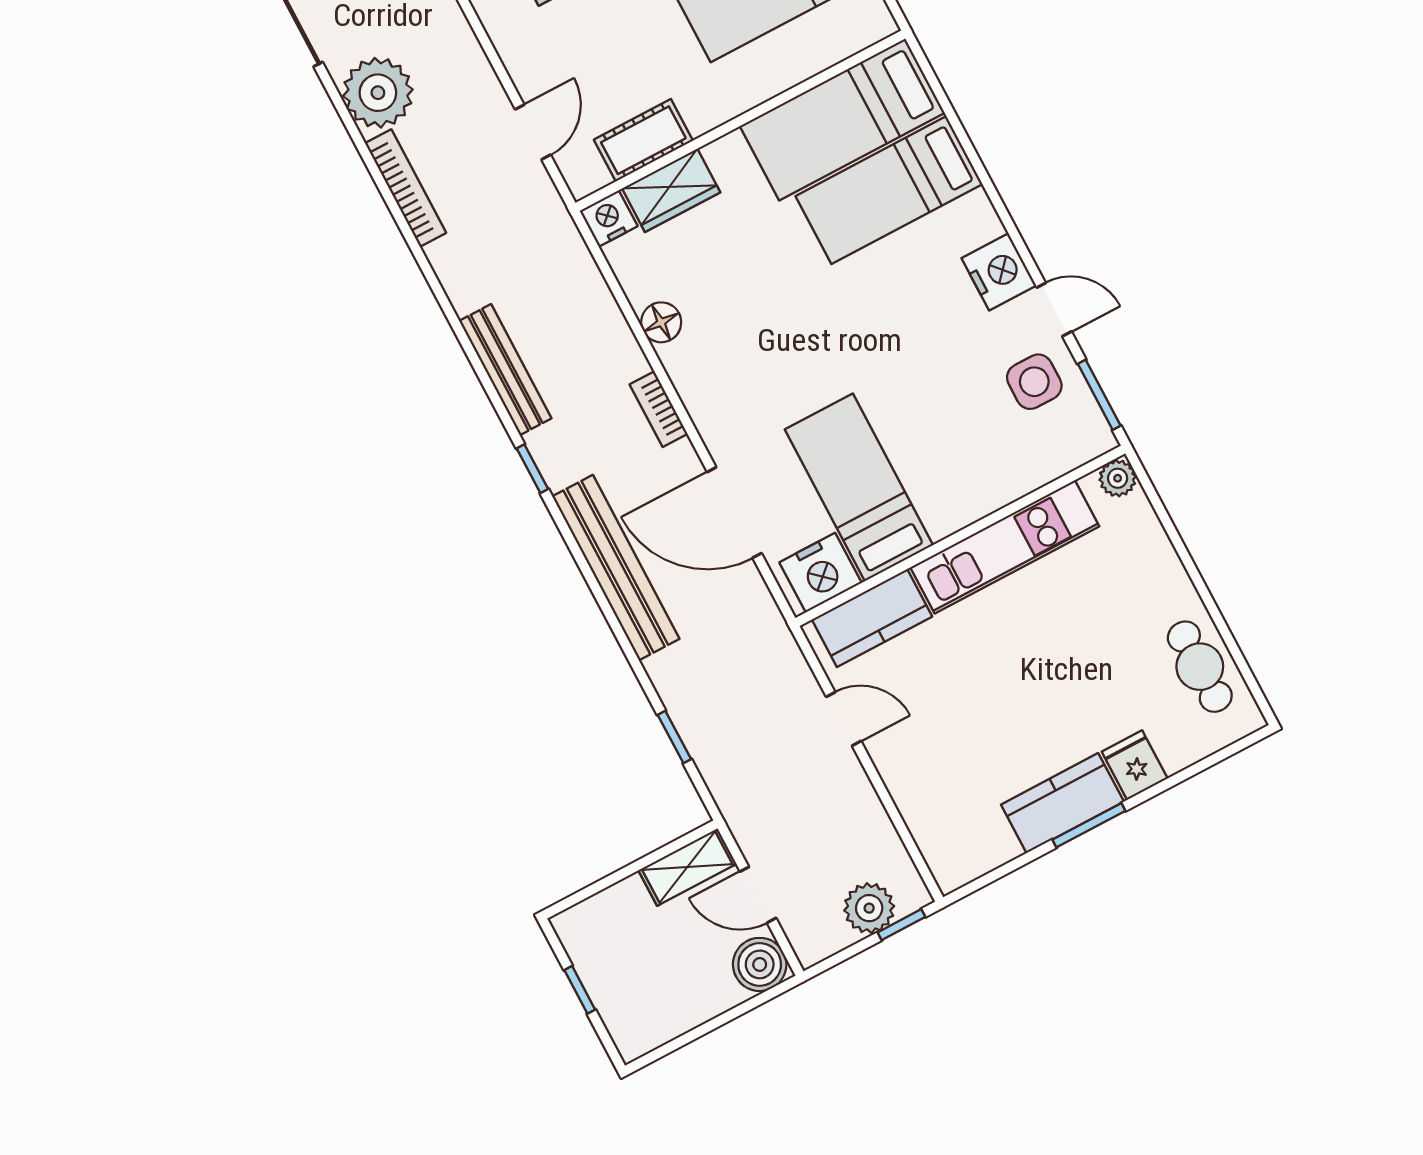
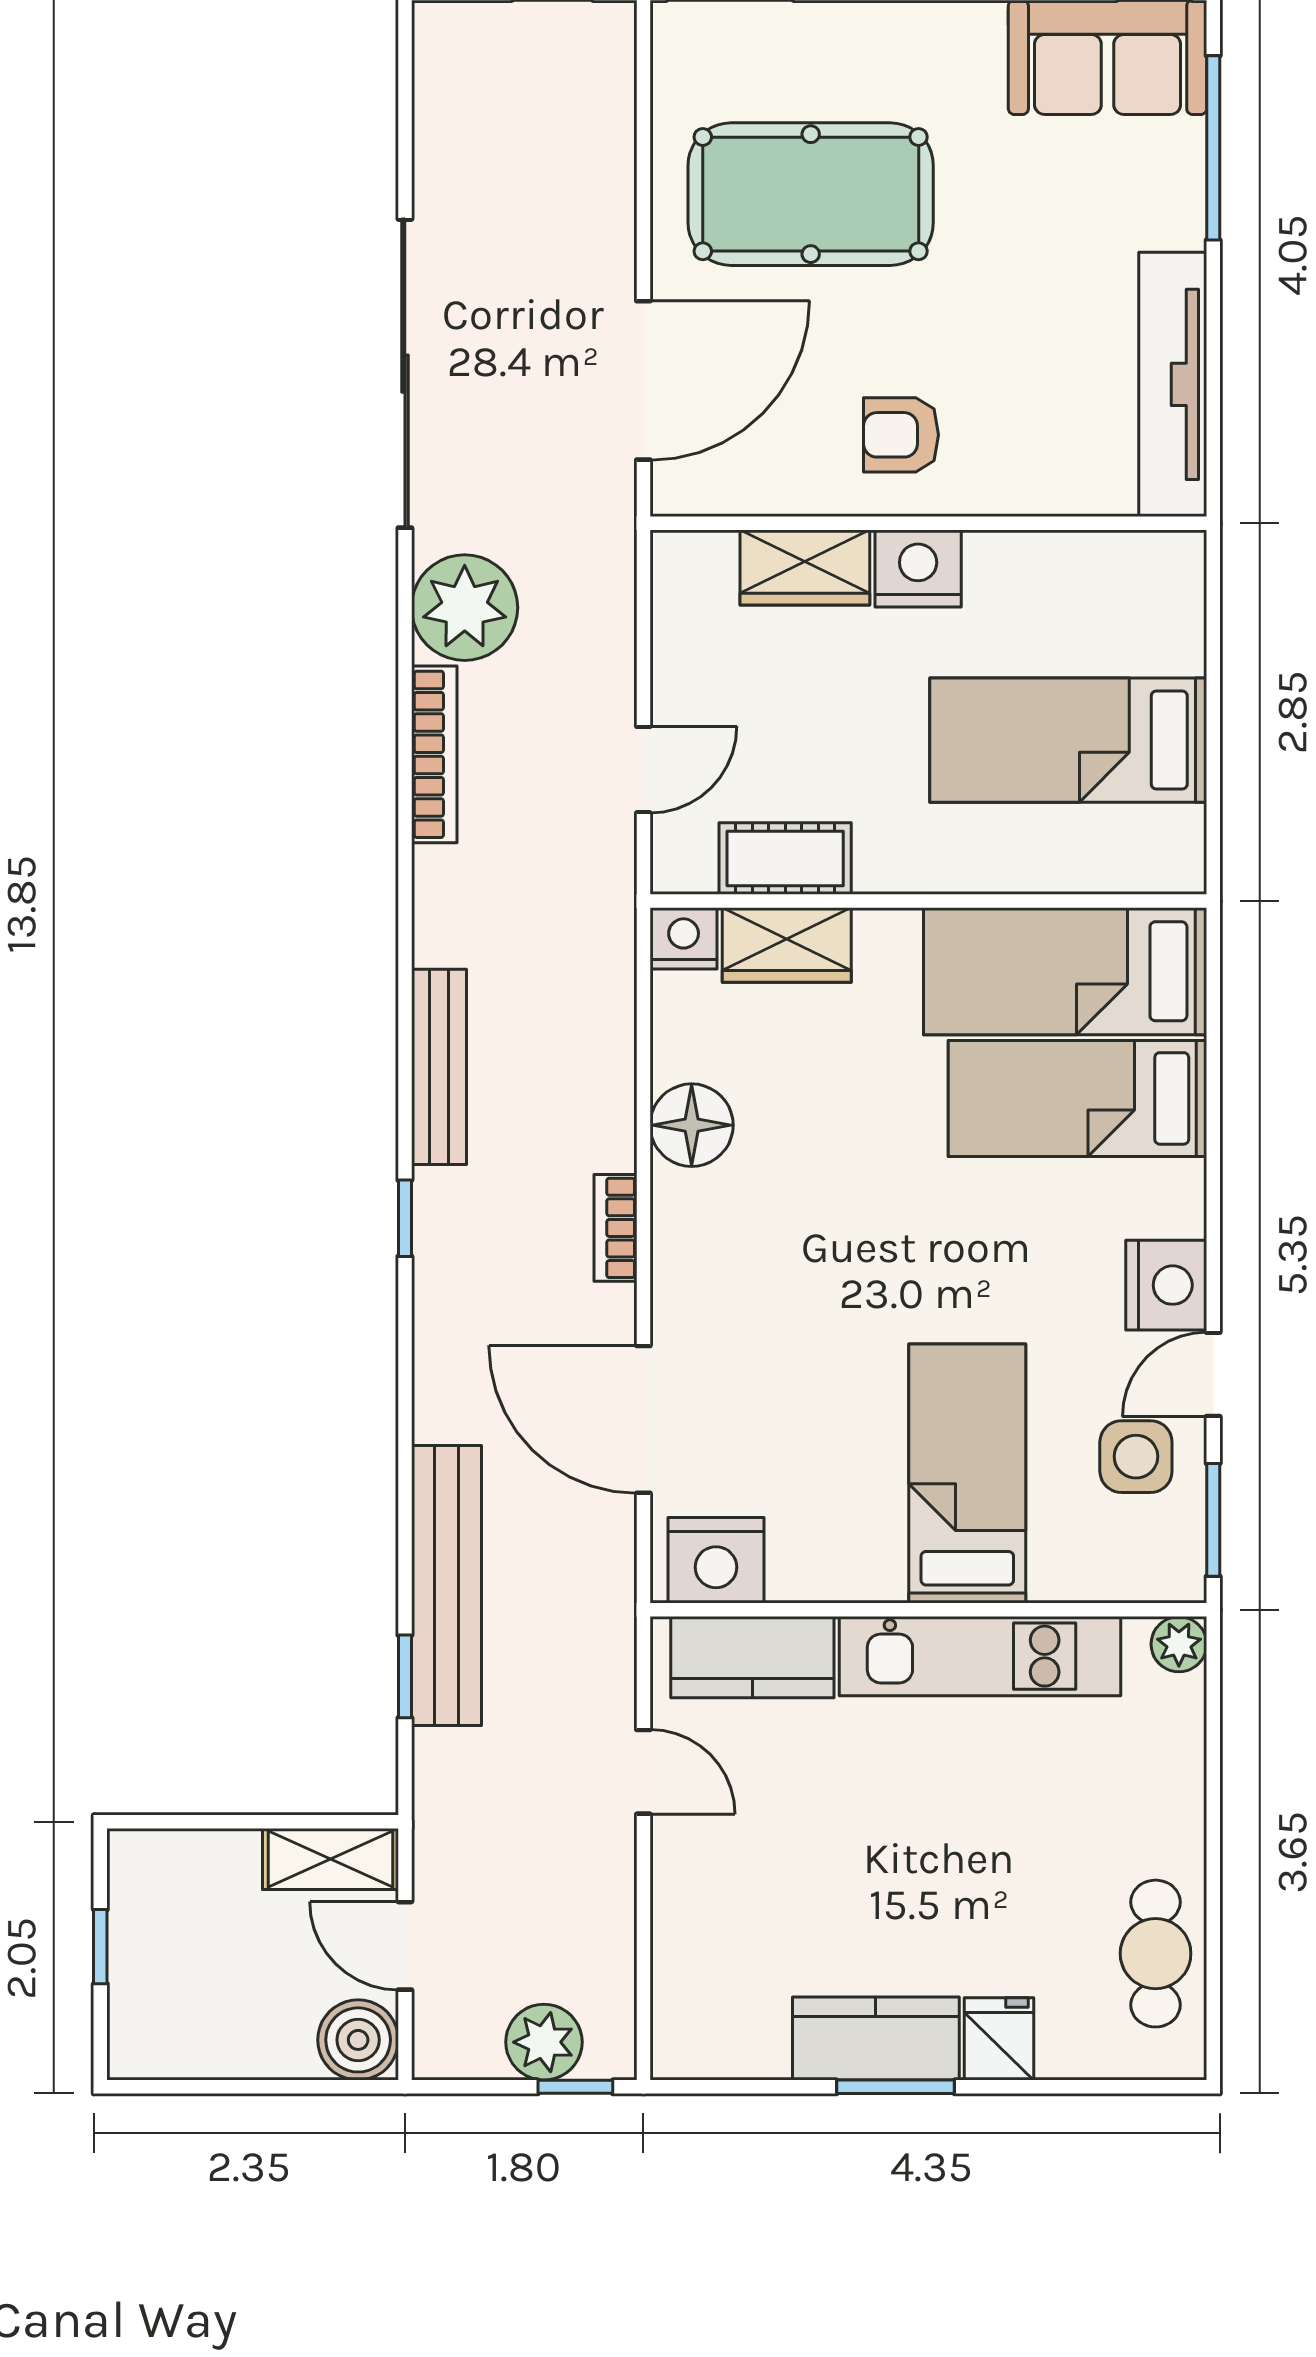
door: (1054, 310) -> (1213, 1374), swing flipped
floor lamp: (661, 322) -> (692, 1125), width x1.38, depth x1.38
bed: (859, 487) -> (967, 1474), moved
bench: (616, 568) -> (446, 1585), moved

